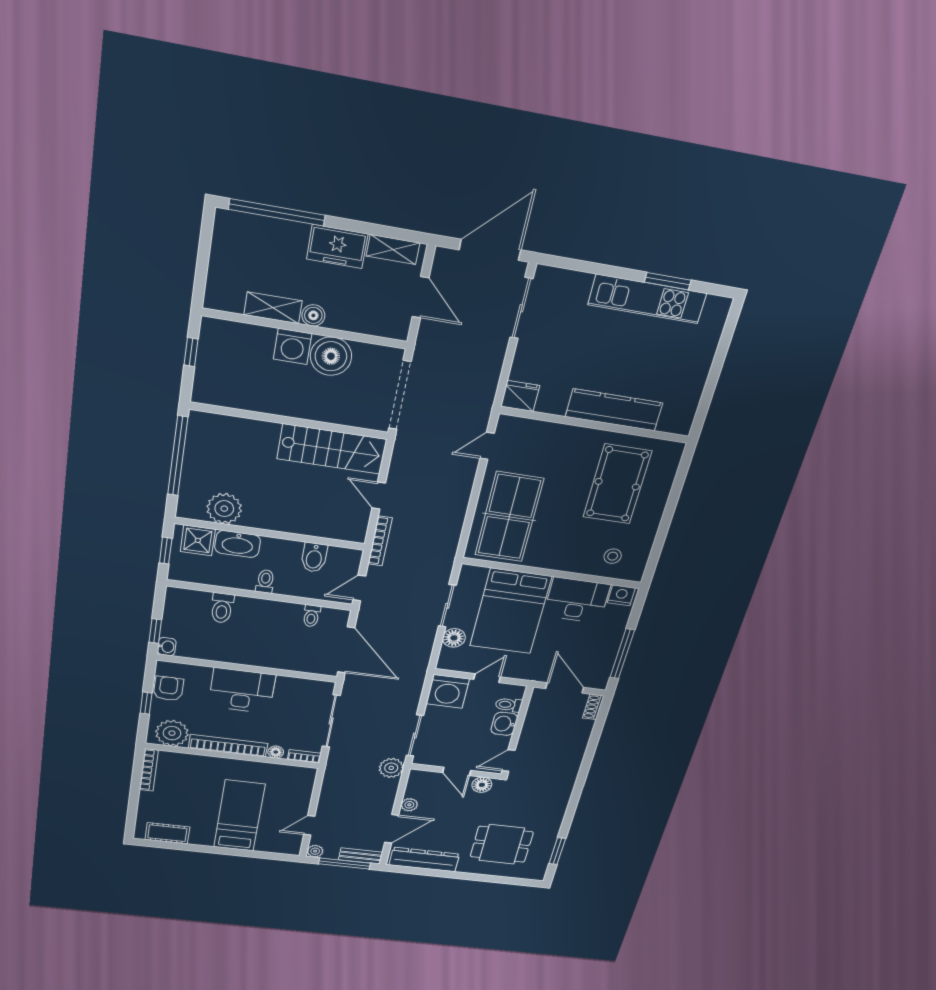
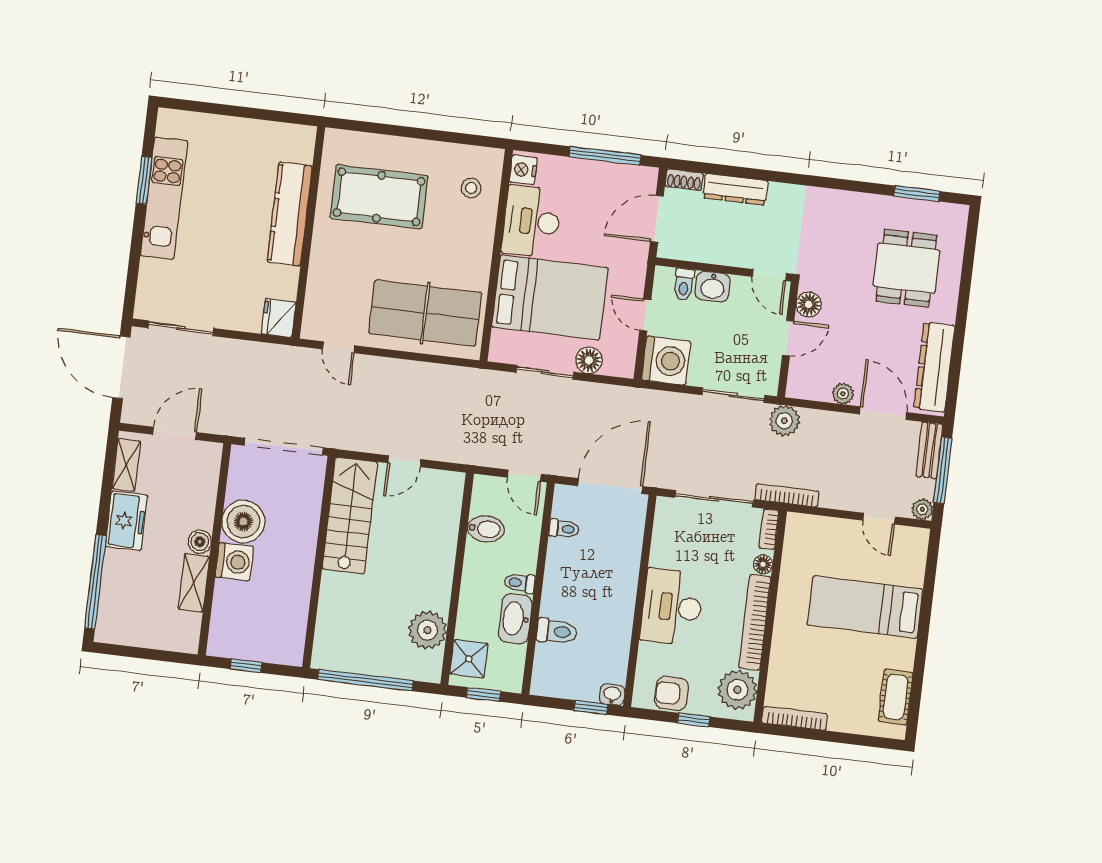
bookcase: (380, 541) -> (787, 495), moved
washbasin: (238, 544) -> (515, 619), moved, turned 180
dresser: (580, 740) -> (735, 189), added

